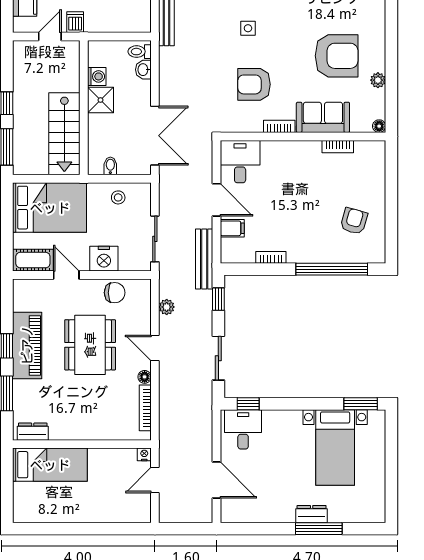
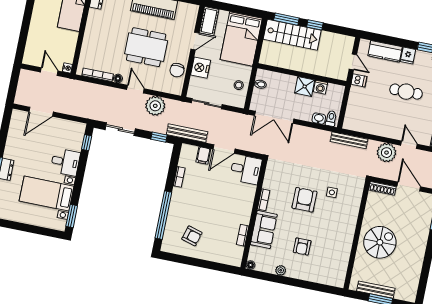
armchair: (337, 56) -> (302, 247), width x0.53, depth x0.53
armchair: (254, 84) -> (304, 200), moved
stairs: (64, 134) -> (292, 35), moved, turned 180
plant: (167, 307) -> (155, 106), width x1.88, depth x1.88
door: (155, 348) -> (135, 89), hinge flipped
desk: (243, 429) -> (65, 162), moved

